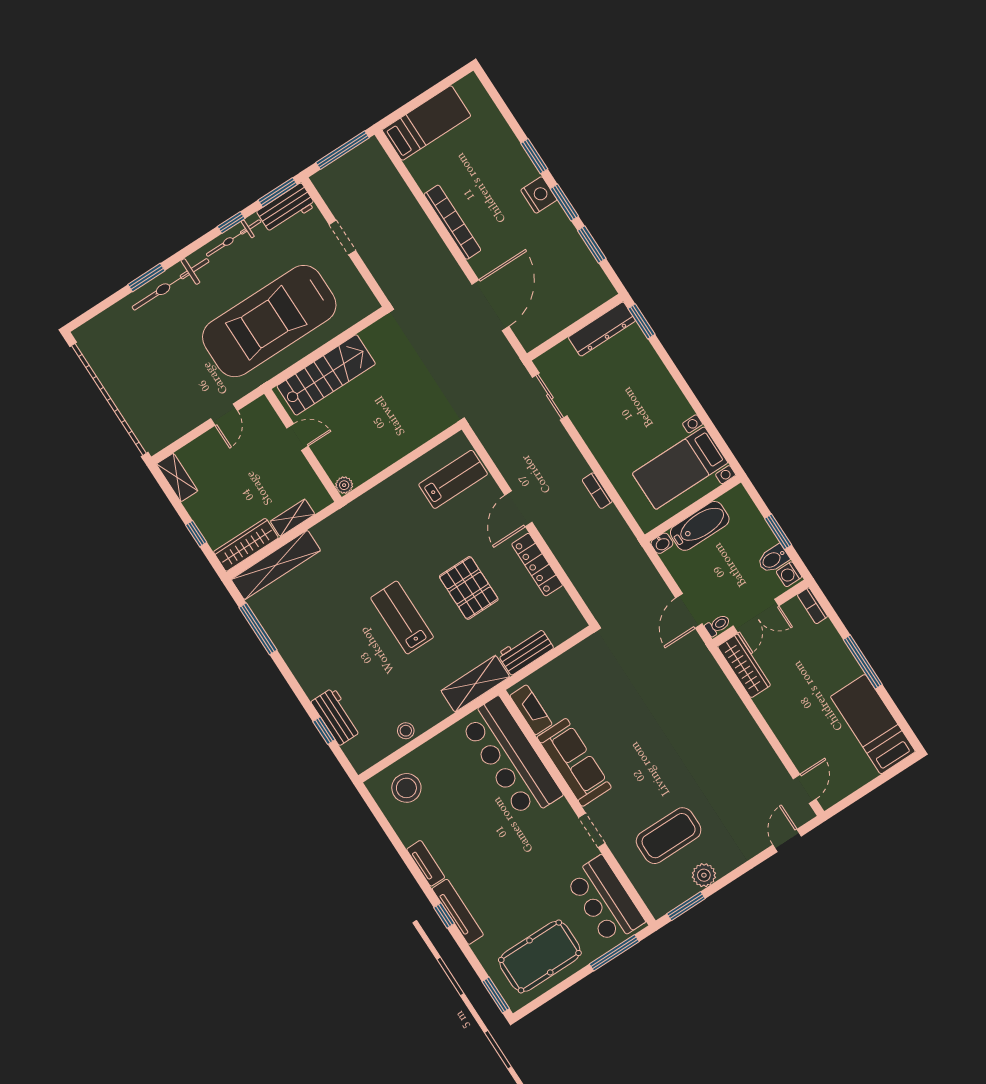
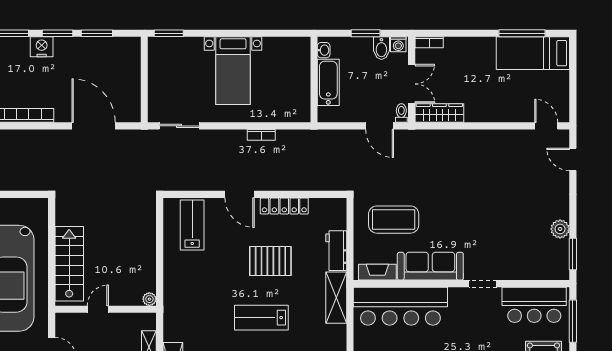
dresser: (602, 329) -> (157, 63), removed
bed with nightstands: (680, 468) -> (233, 71), moved
washbasin: (662, 543) -> (324, 50), moved
window: (863, 662) -> (522, 33), moved
coffee table: (669, 836) -> (394, 220), moved, turned 90

